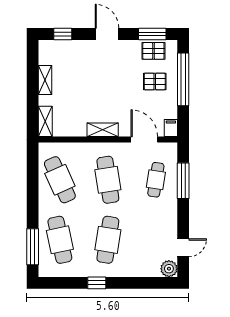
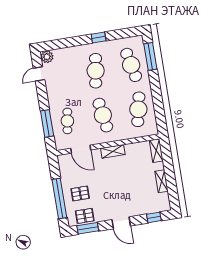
filing cabinet: (171, 128) -> (63, 161), removed
cafe table: (60, 180) -> (138, 109), turned 36

